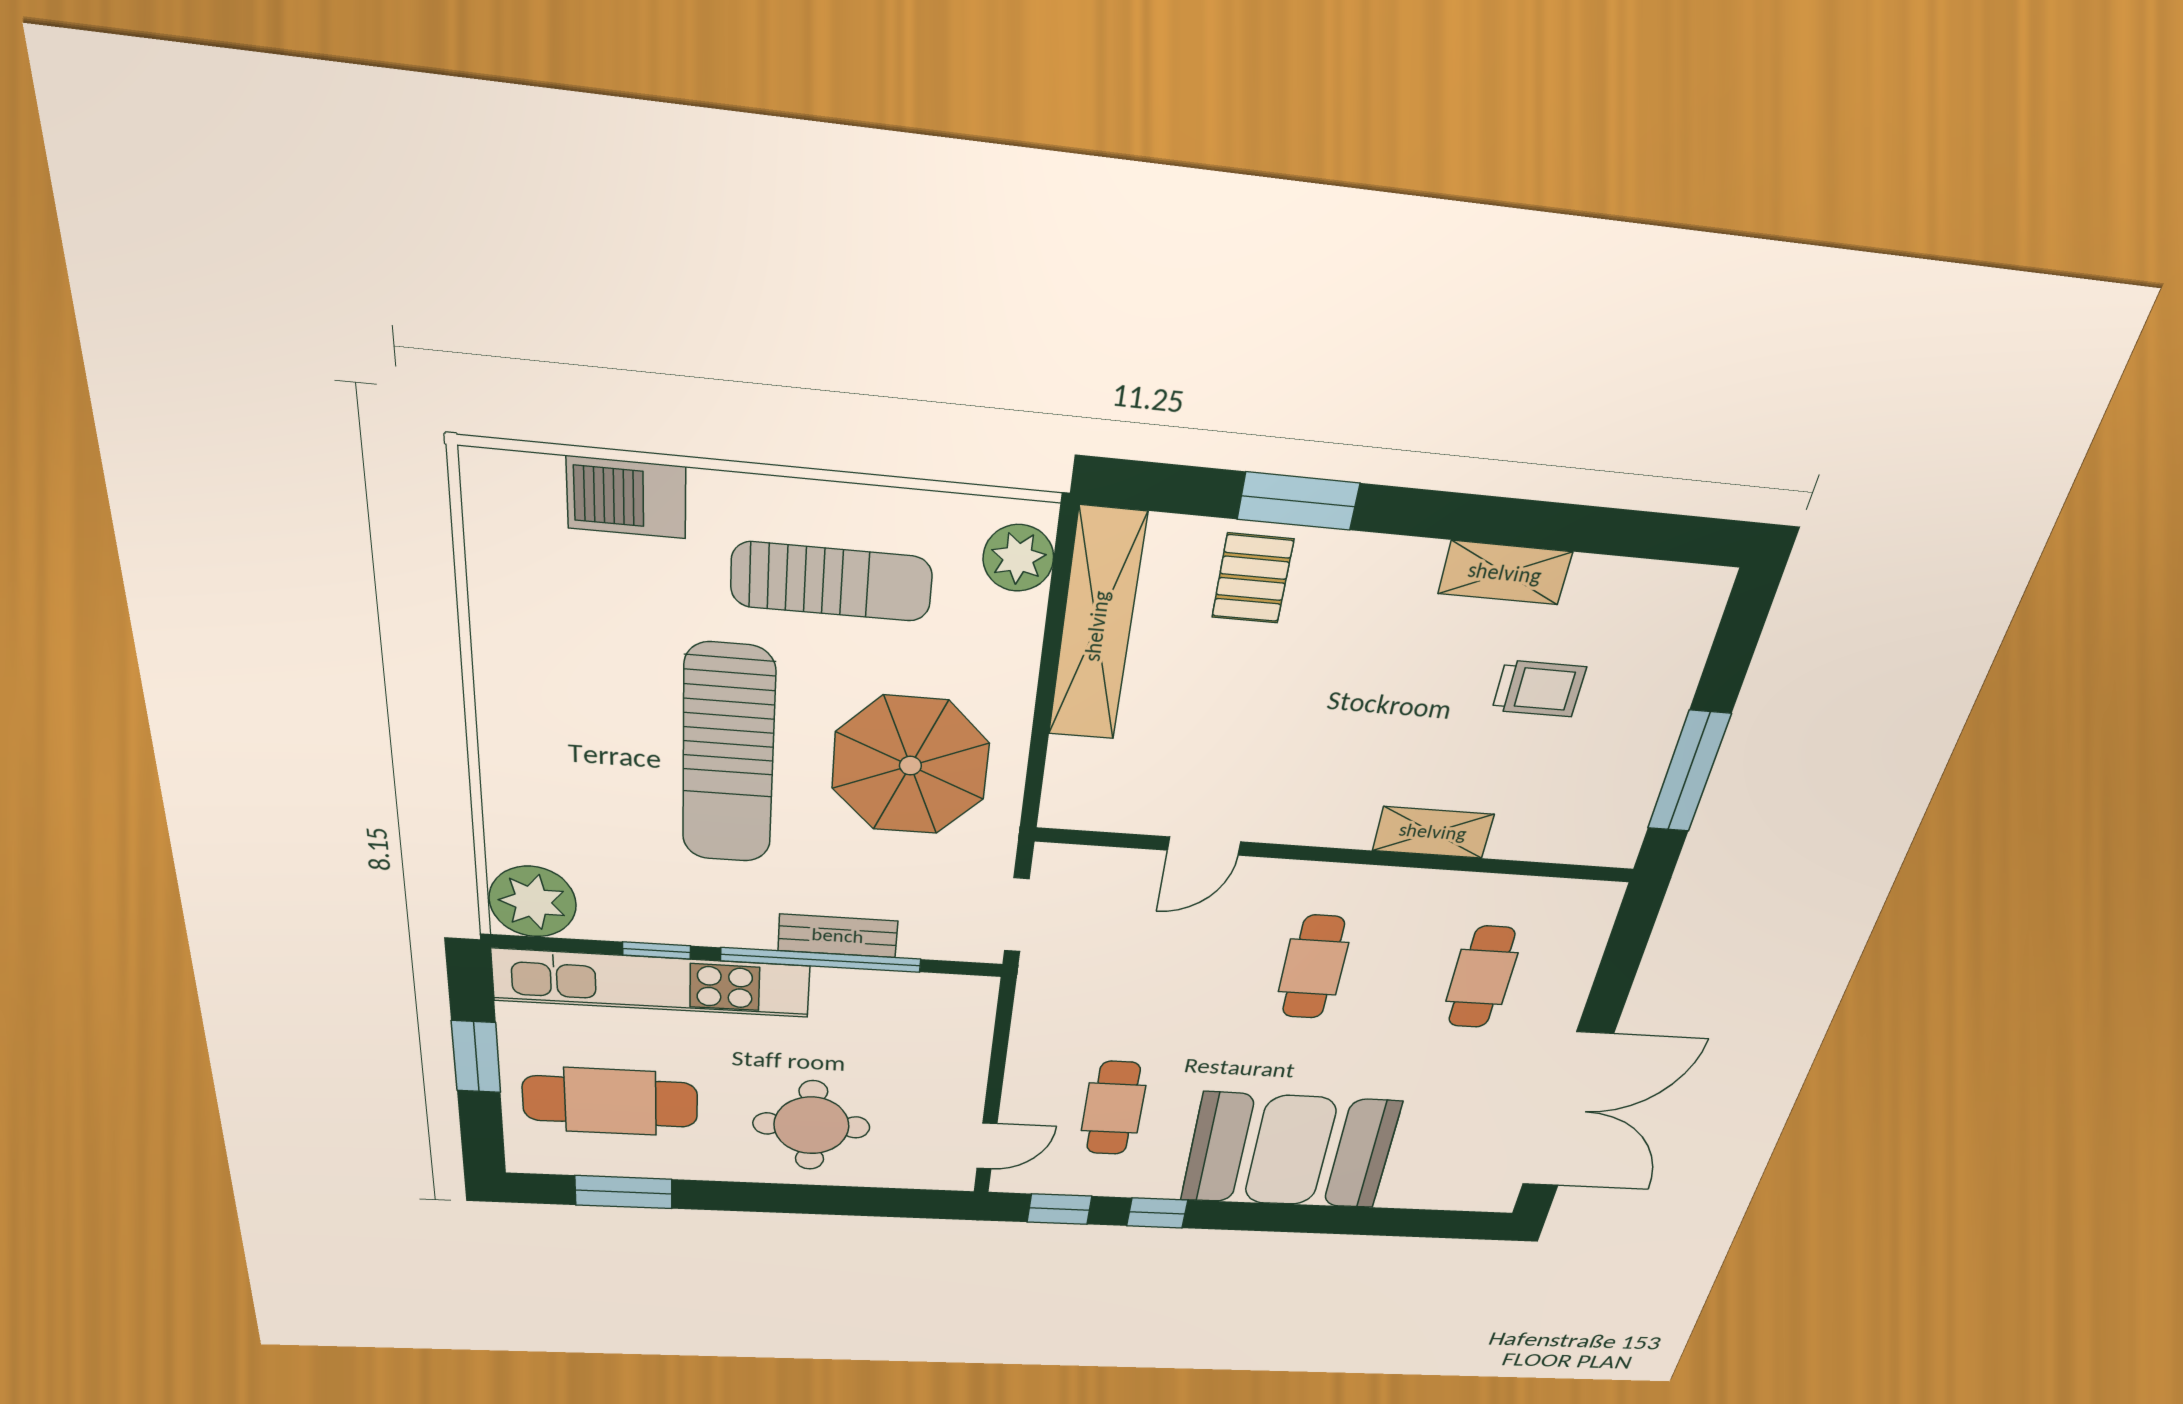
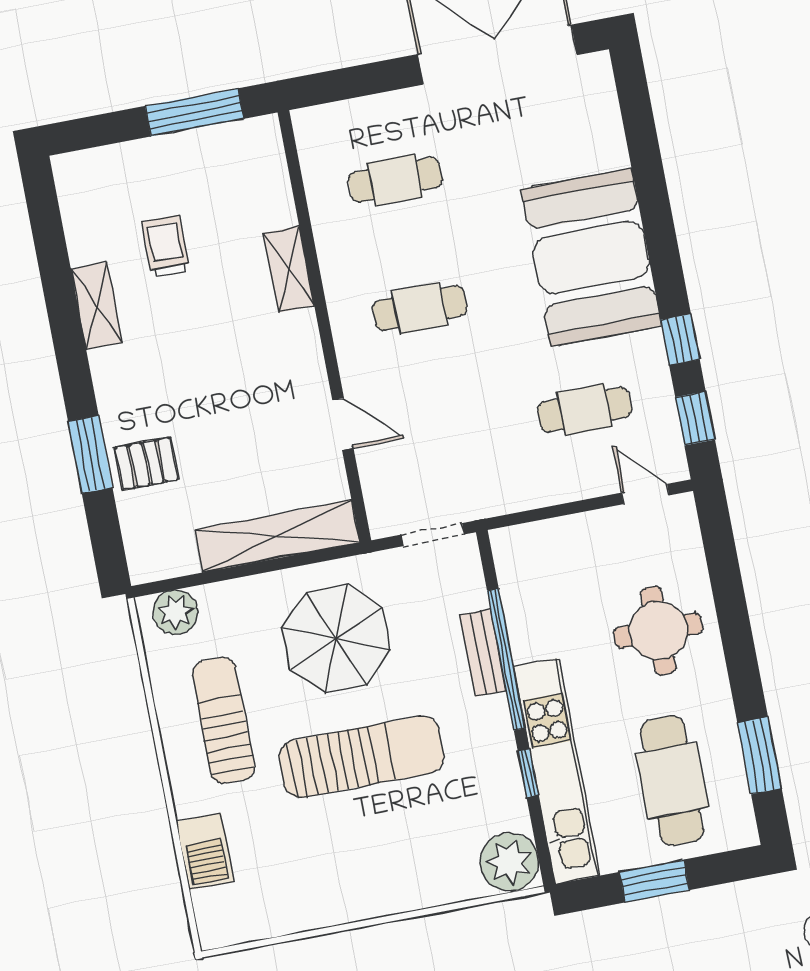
shelving: (1097, 626) -> (277, 536), moved

